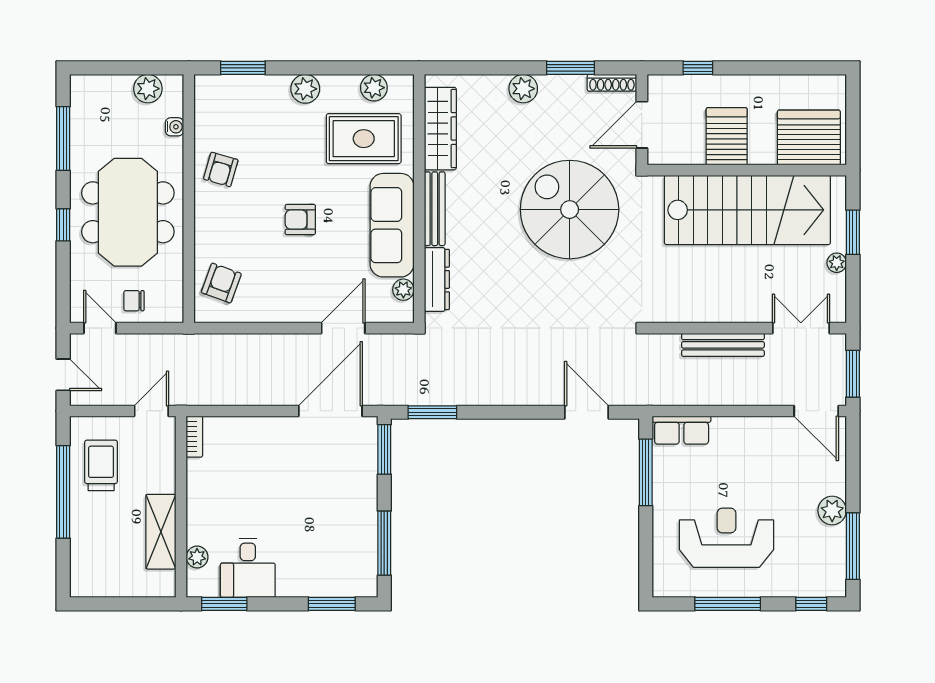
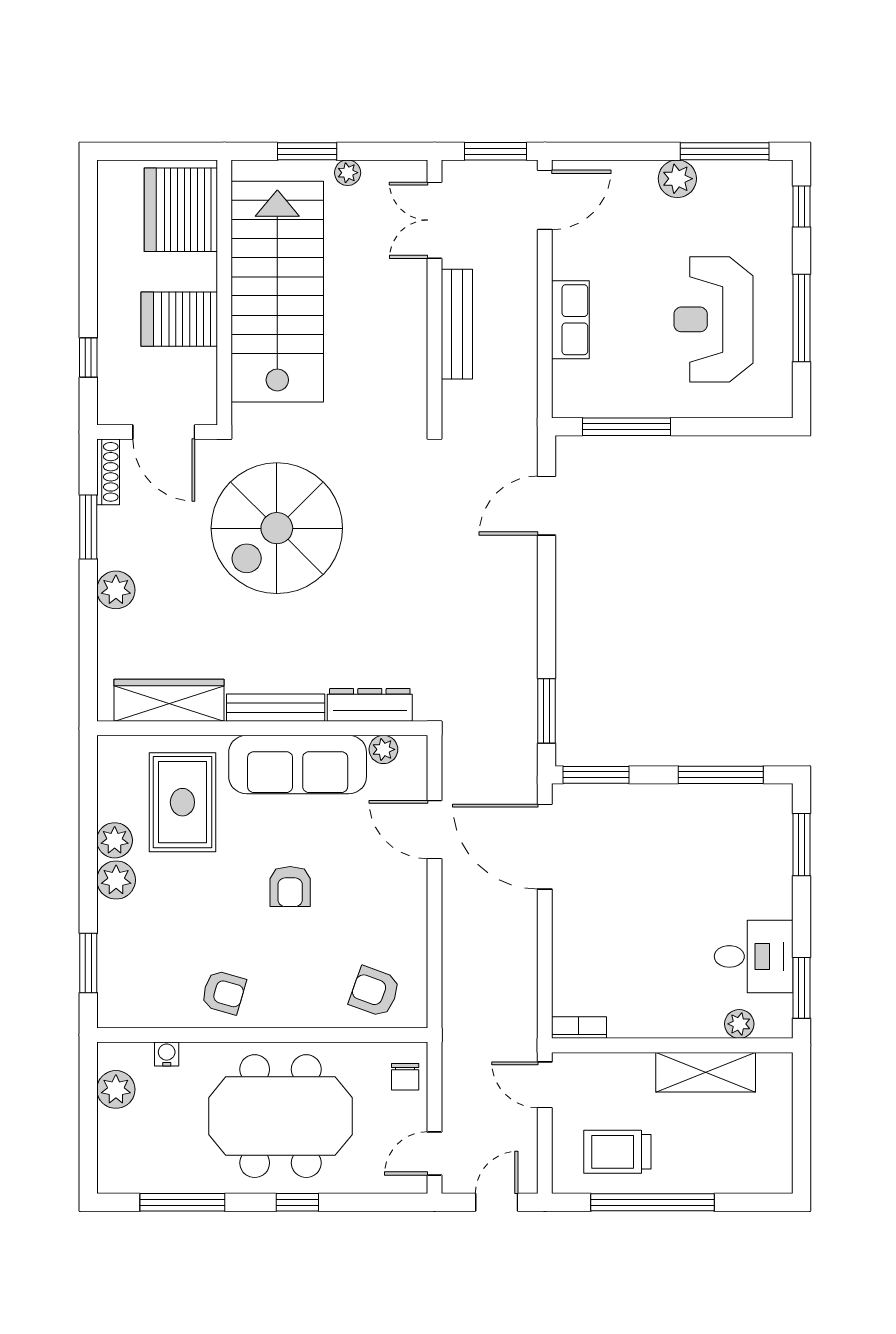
plant: (374, 88) -> (115, 840), moved
chair: (134, 301) -> (405, 1077), moved
row of seats: (682, 430) -> (570, 320), moved

